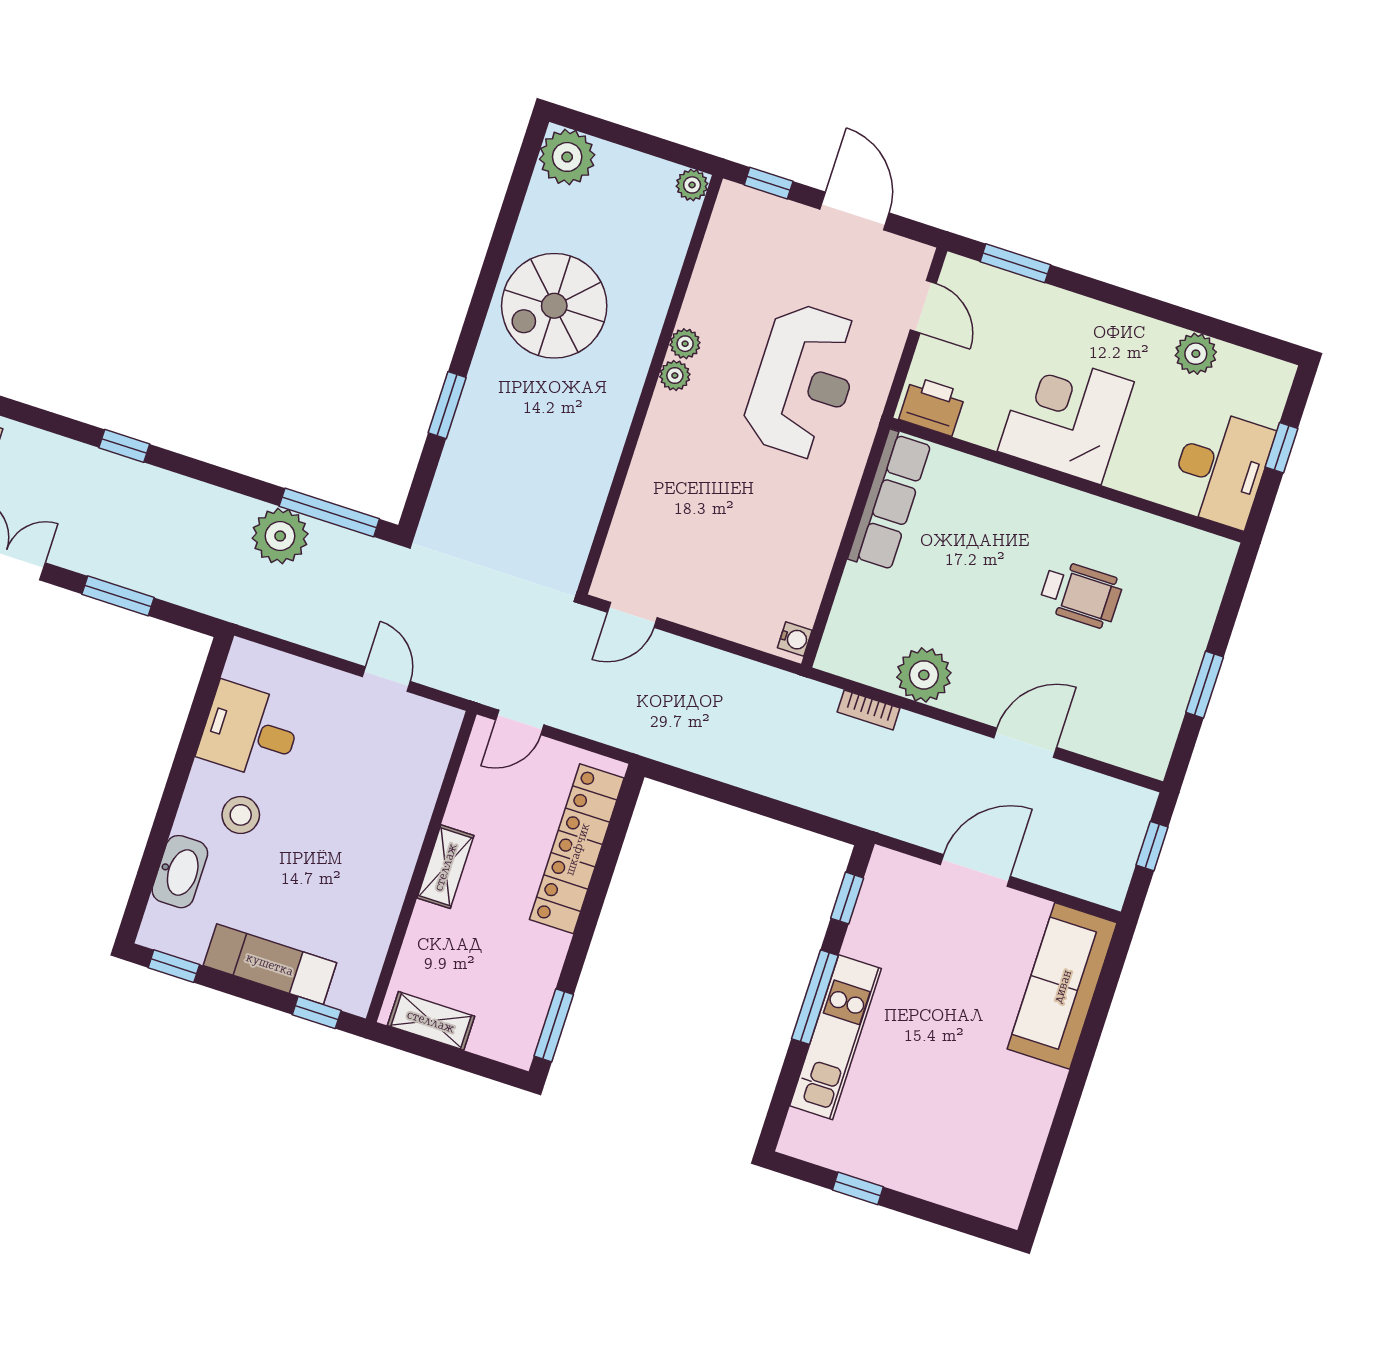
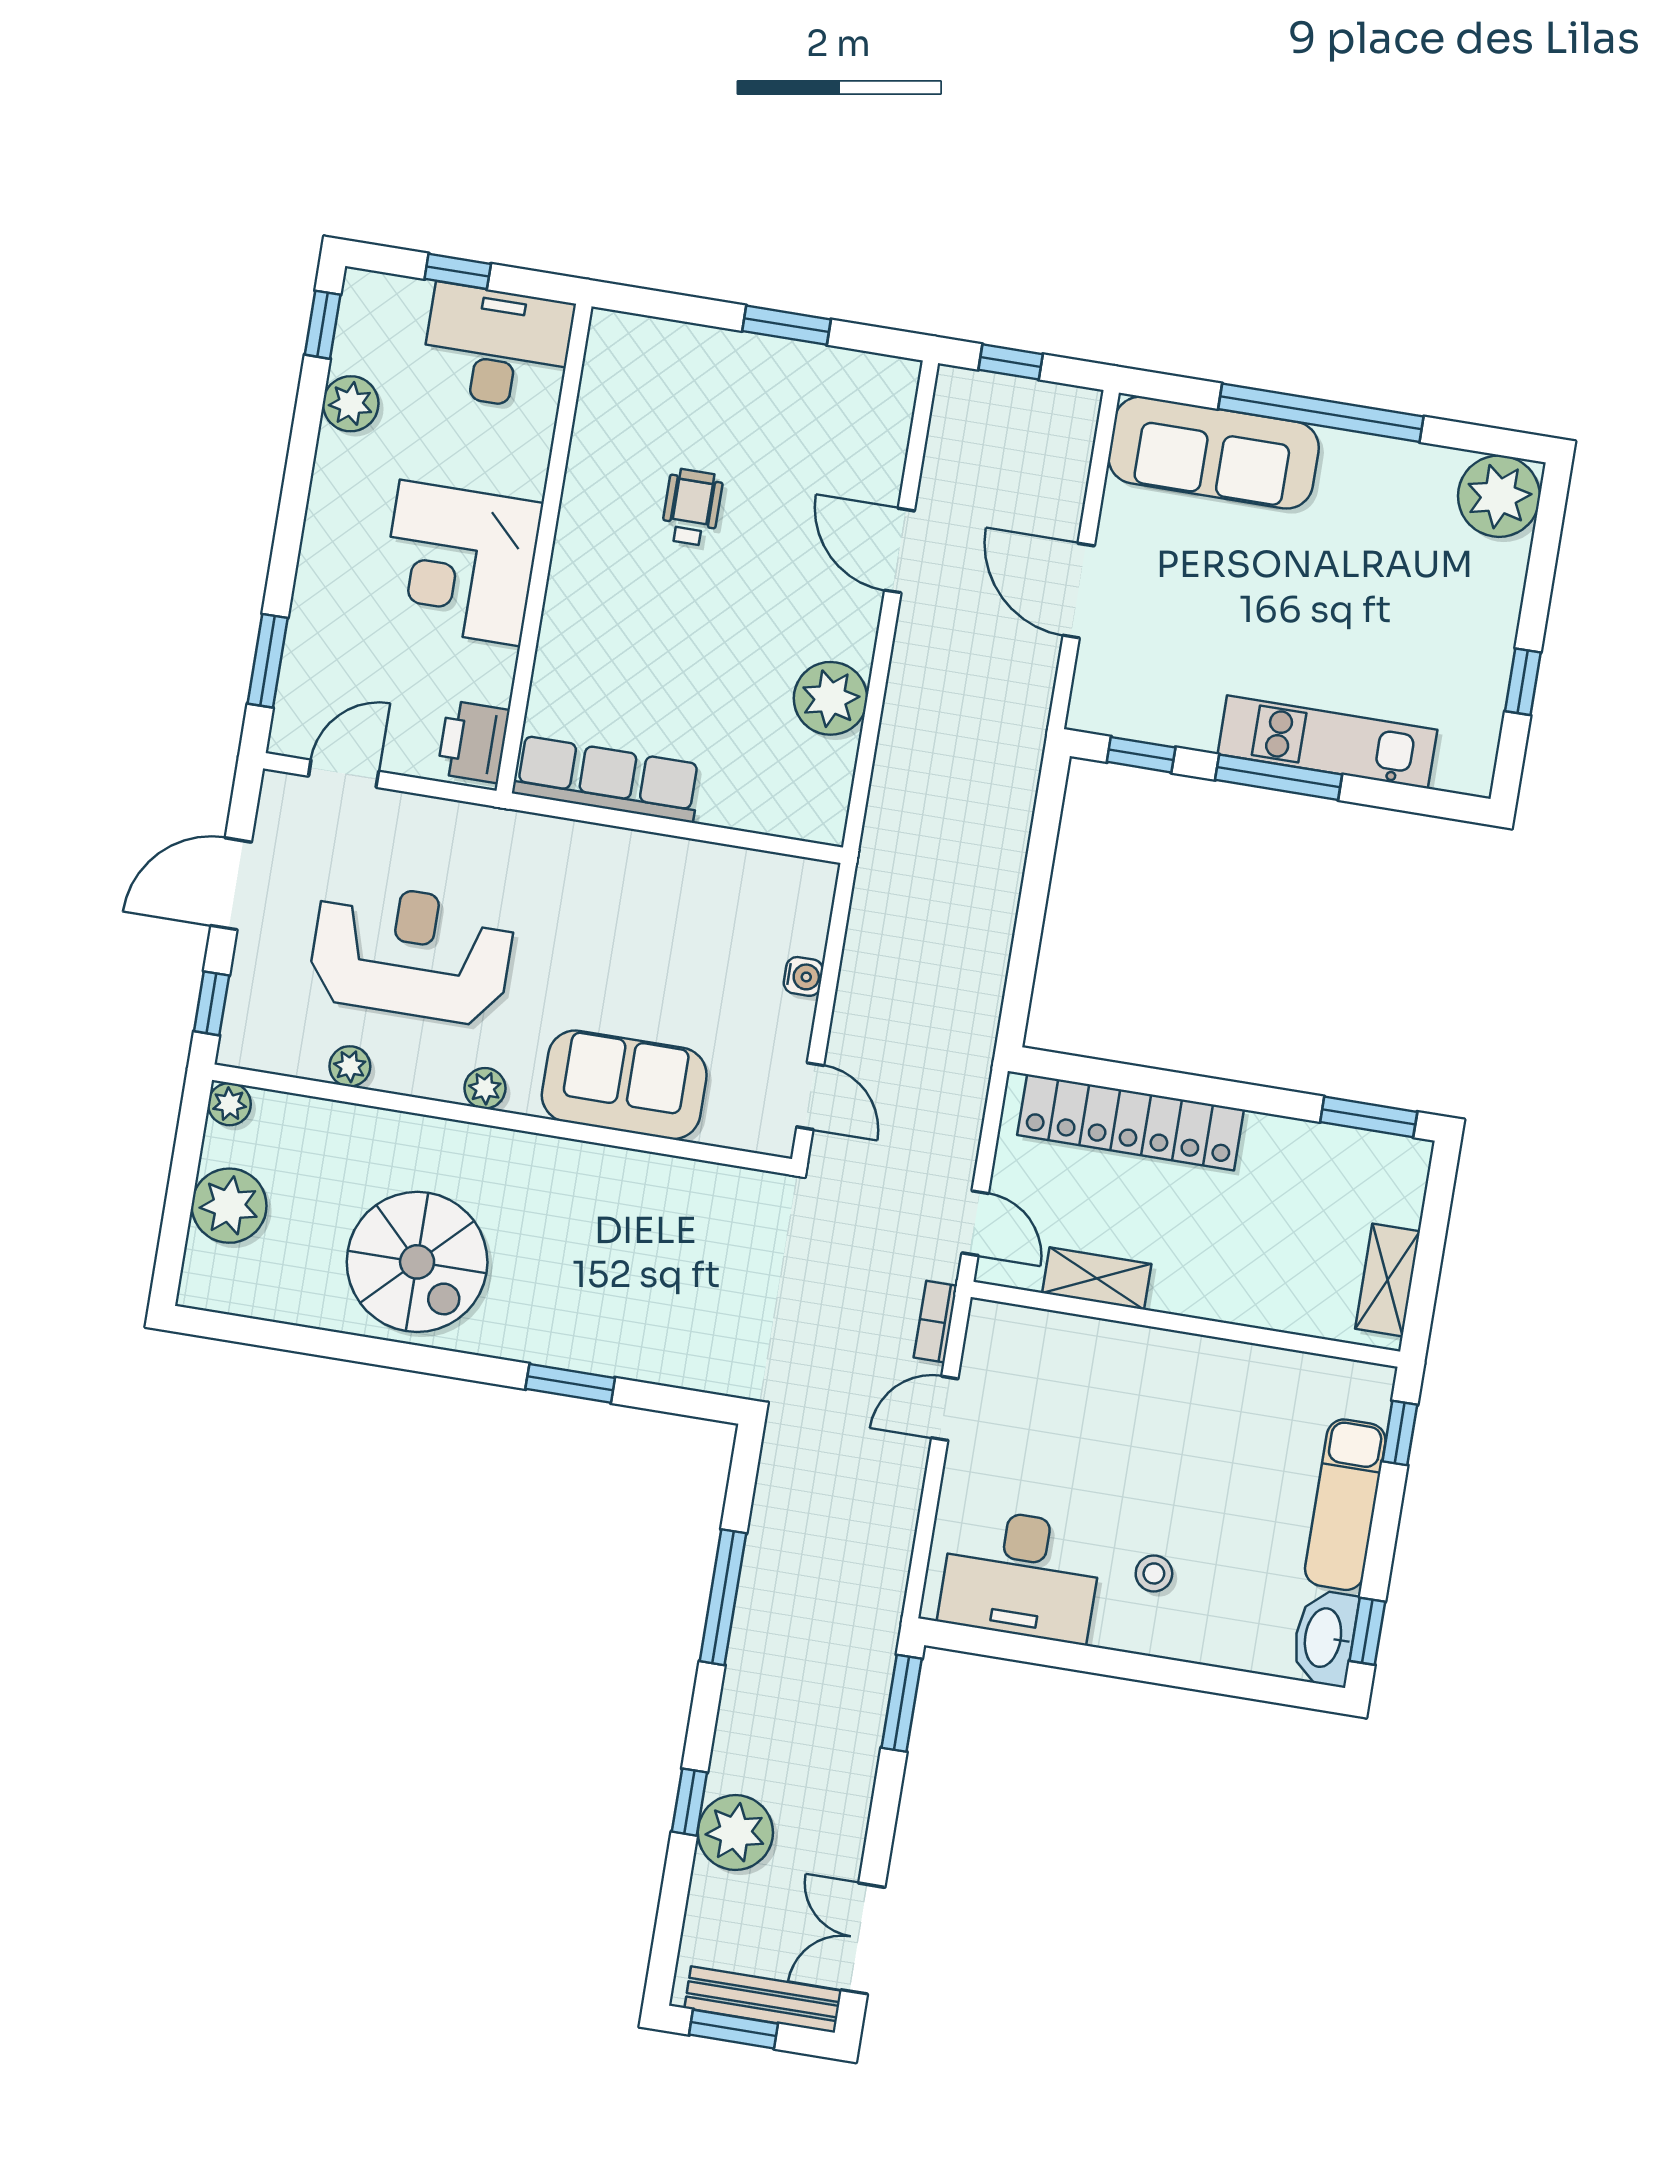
plant: (567, 157) -> (229, 1206), moved
window: (1257, 342) -> (323, 325), added
plant: (685, 344) -> (350, 1066), moved
reception desk: (803, 381) -> (411, 953), moved
sofa: (662, 479) -> (624, 1085), added
window: (329, 513) -> (723, 1597), moved
plant: (280, 536) -> (735, 1833), moved
wheelchair: (1081, 594) -> (692, 507), width x0.73, depth x0.73
window: (118, 596) -> (902, 1703), moved
water cooler: (795, 639) -> (803, 976), moved, turned 90
bookcase: (869, 710) -> (935, 1322), moved, turned 180
desk: (250, 731) -> (1021, 1575), width x1.37
stool: (241, 815) -> (1154, 1573), width x0.73, depth x0.73
shelving: (445, 867) -> (1097, 1278), moved
washbasin: (180, 872) -> (1325, 1638), moved, turned -90
window: (1079, 1070) -> (1321, 413), added
plant: (998, 1192) -> (1499, 496), added

